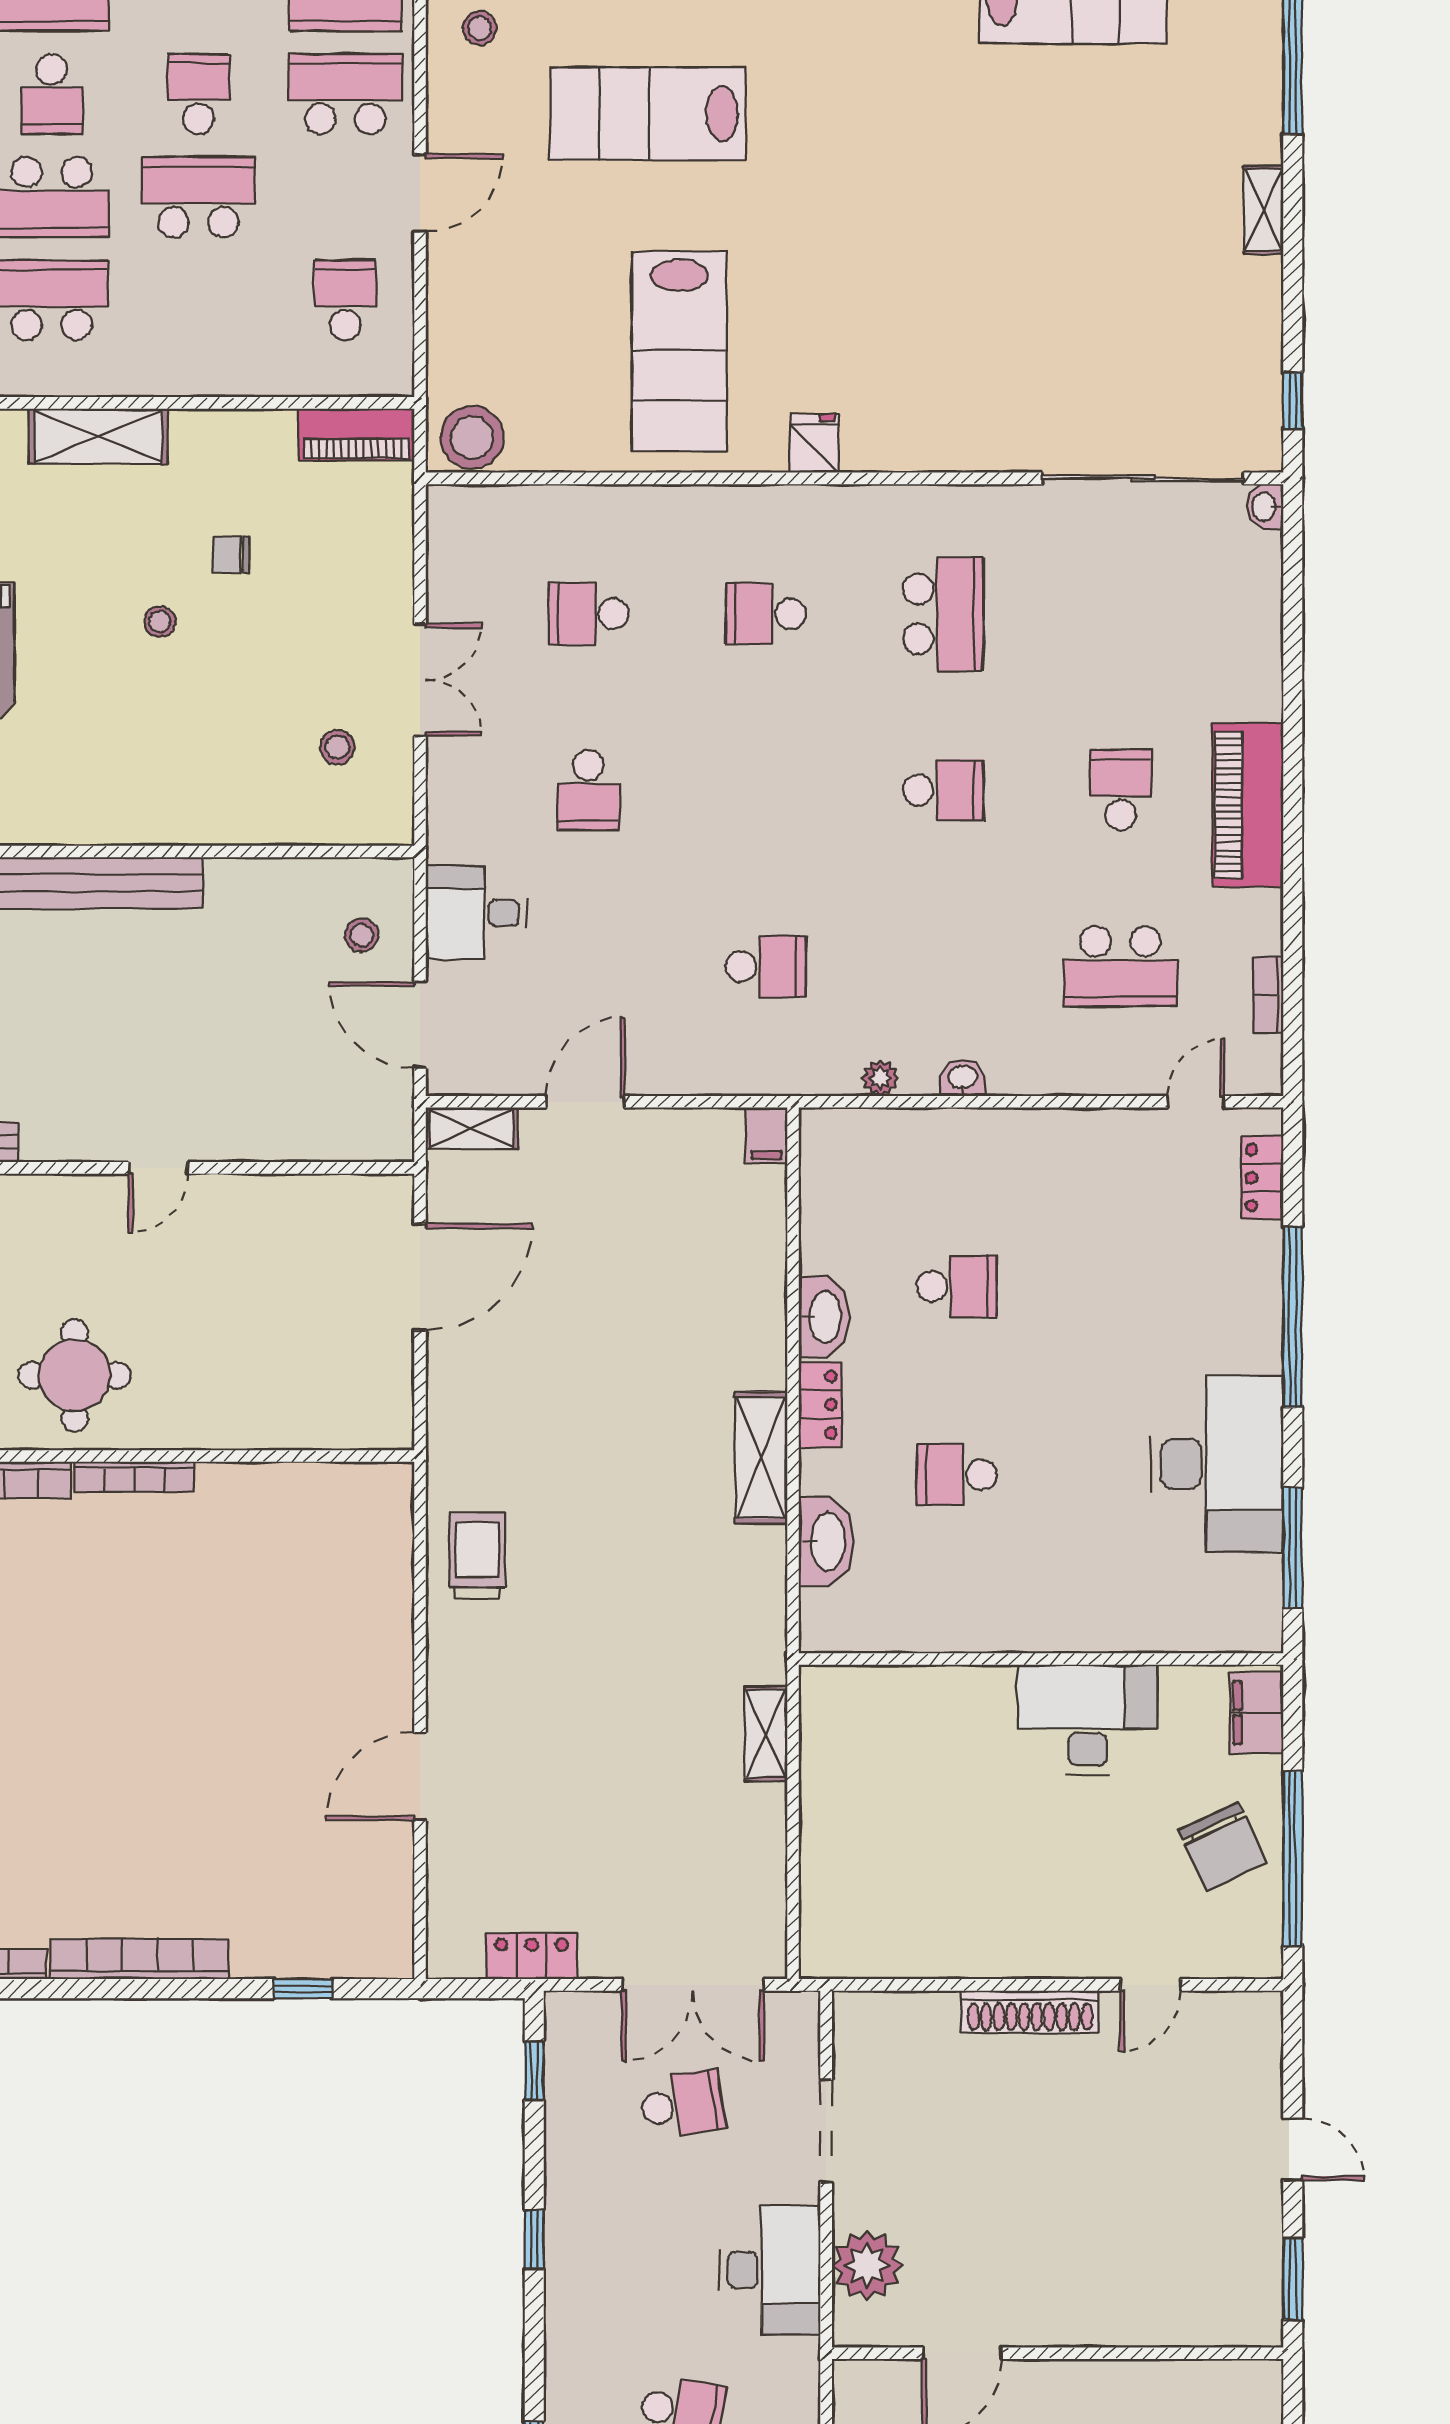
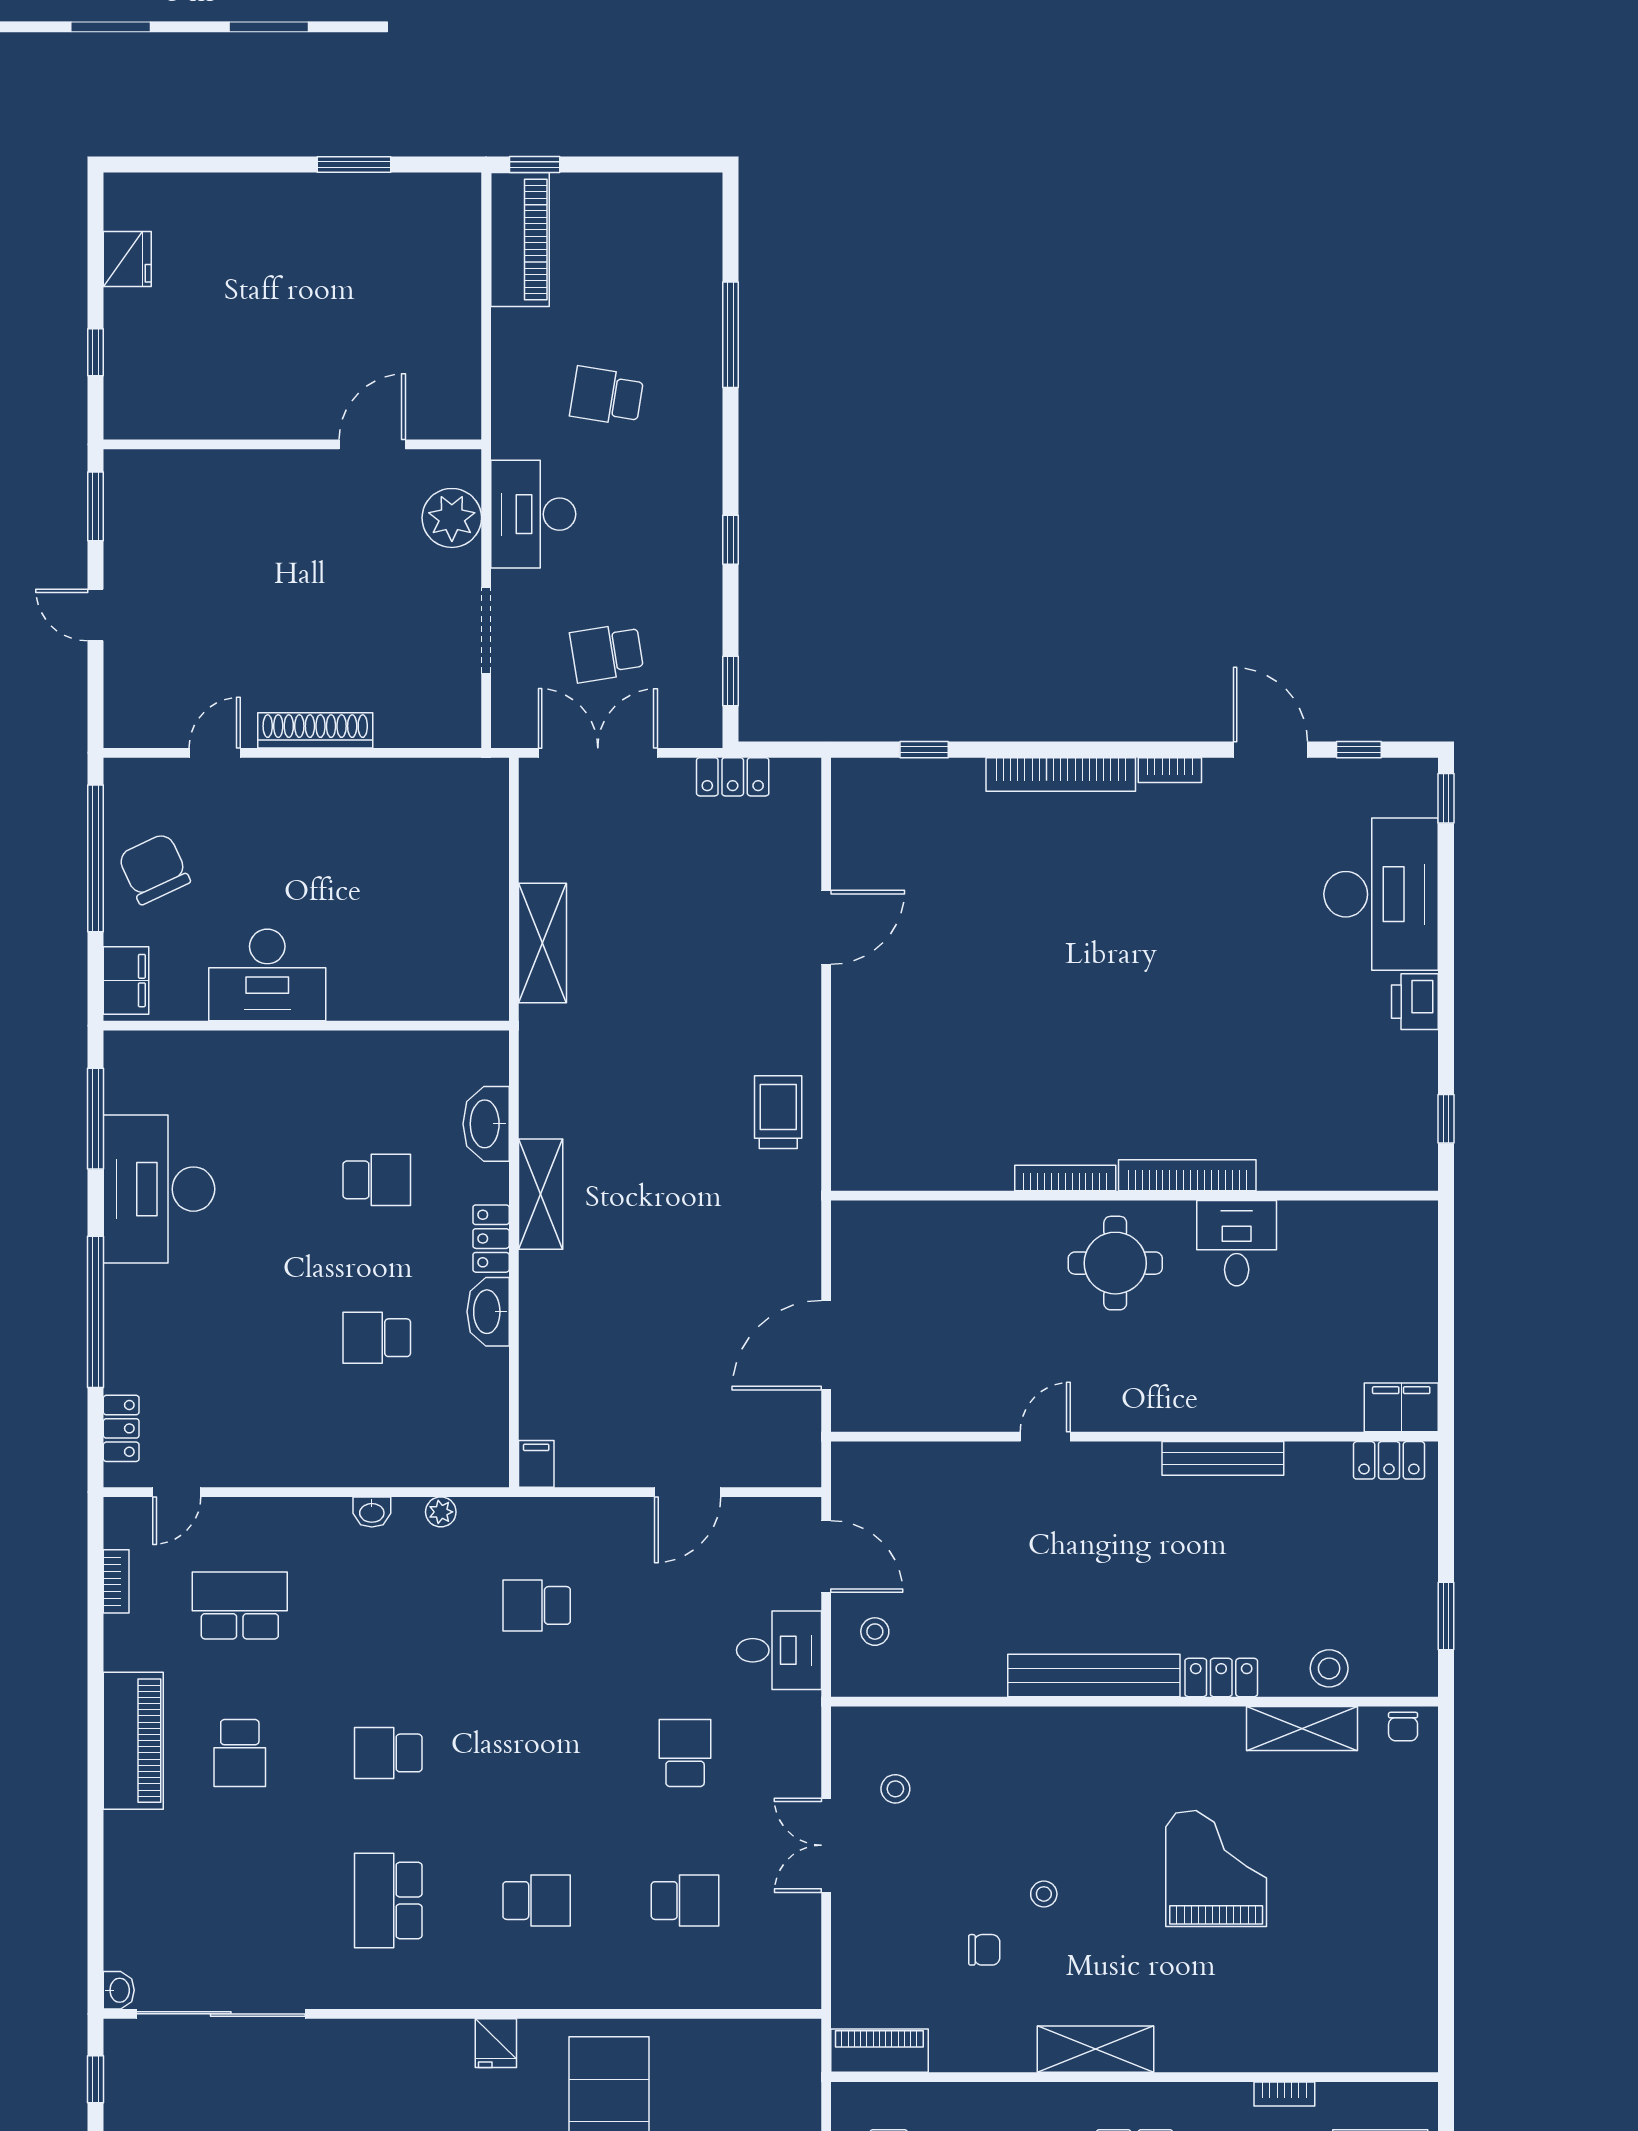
stool: (472, 437) -> (783, 2048), removed
shelving: (472, 1128) -> (783, 1470), removed
trolley: (477, 1556) -> (778, 1112), turned 180
shelving: (766, 1734) -> (542, 943), width x1.50, depth x1.33

